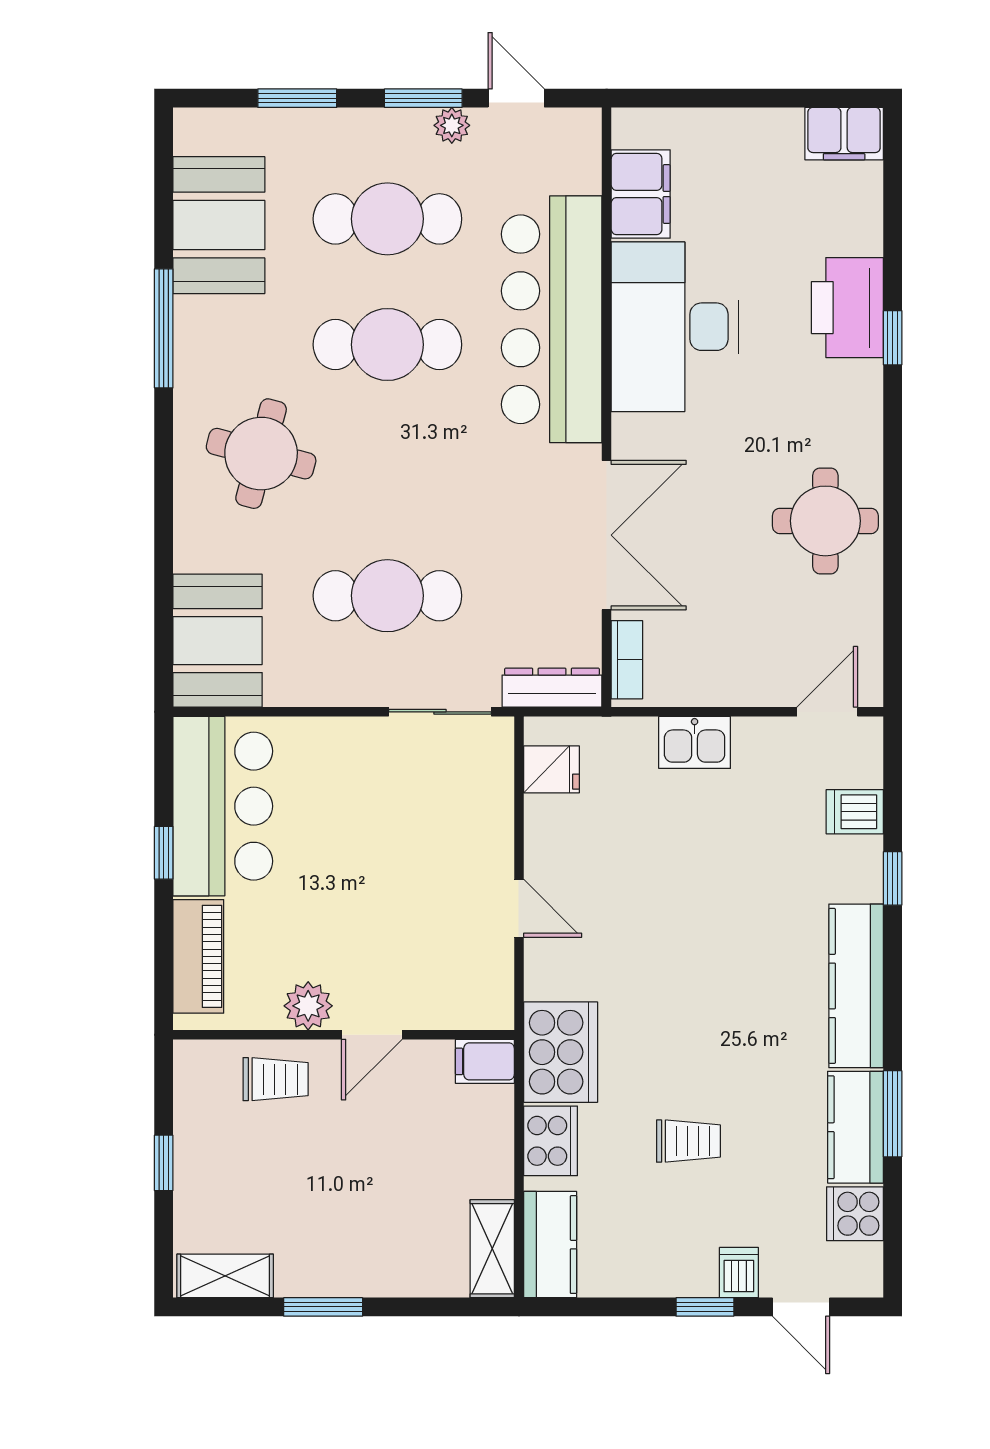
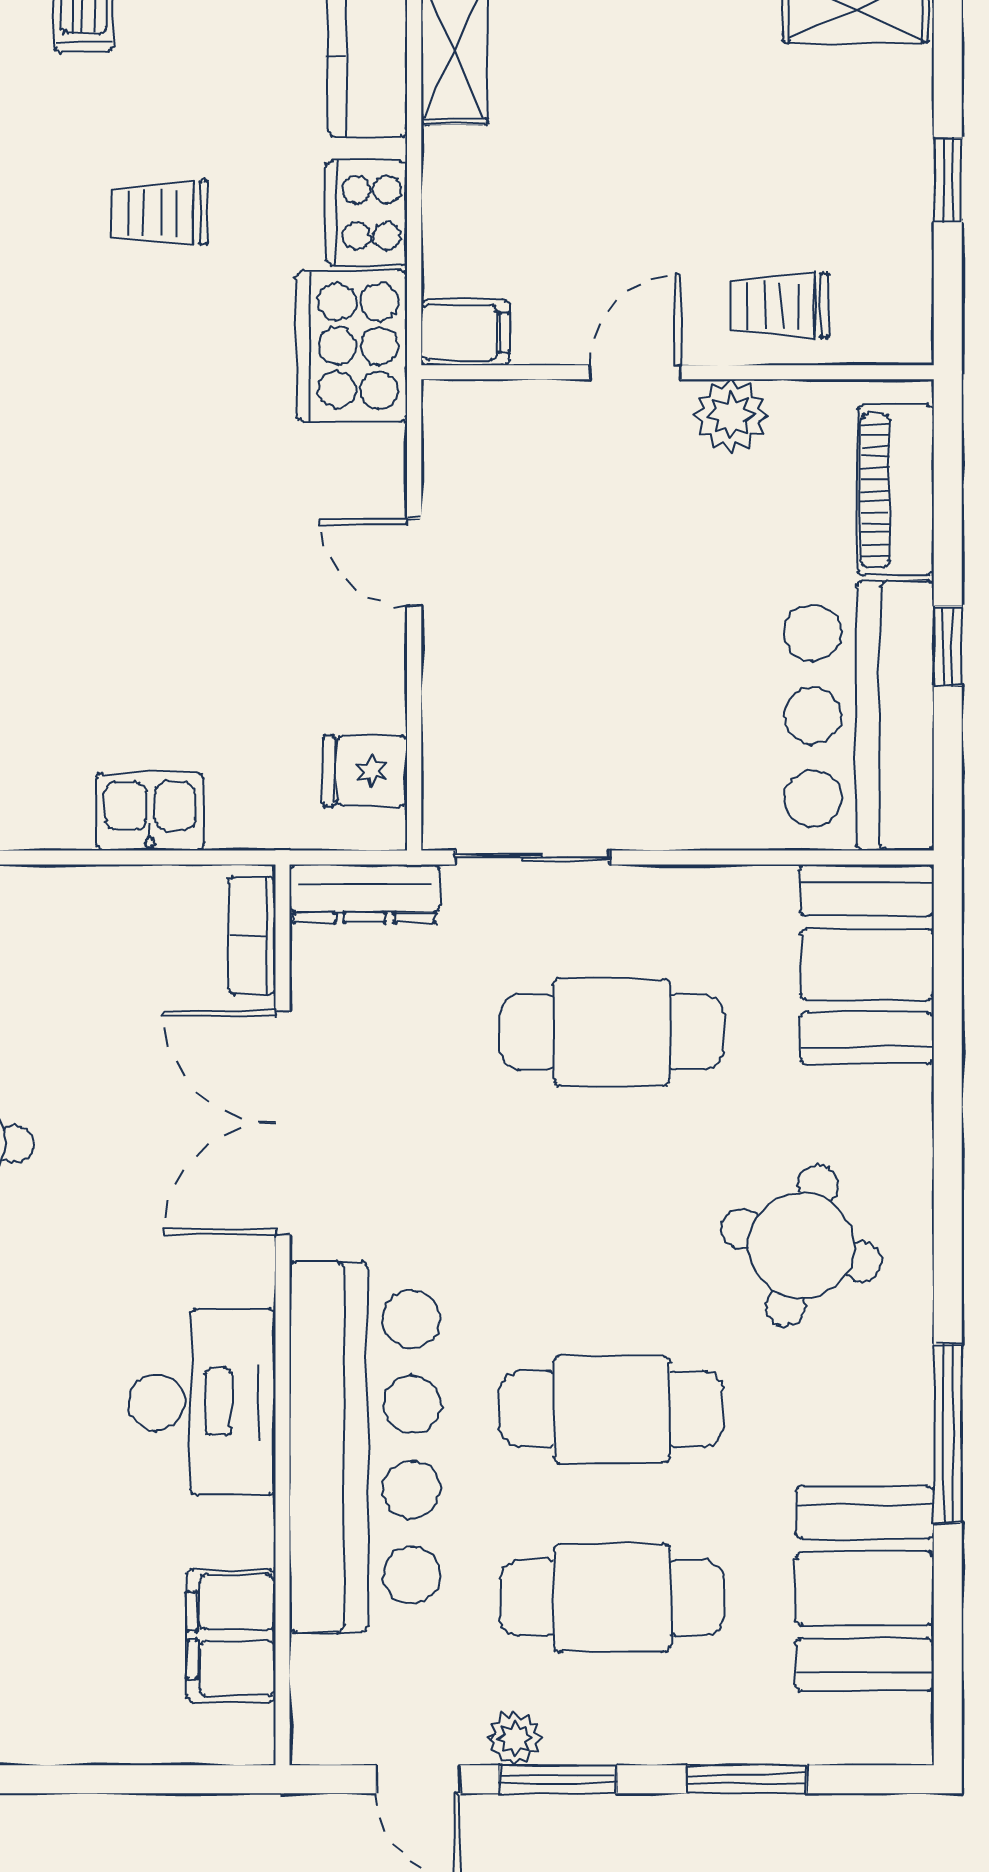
desk: (675, 327) -> (202, 1402), width x0.73, depth x0.77

